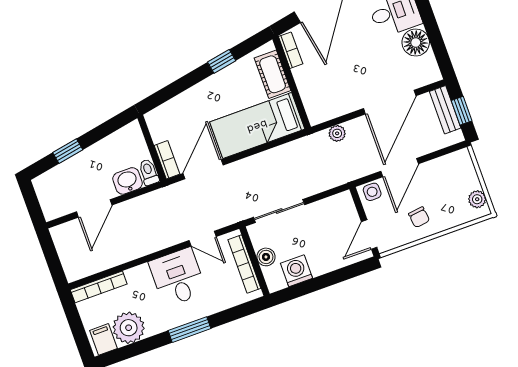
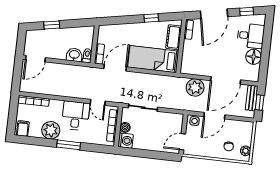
plant: (337, 133) -> (195, 88), width x1.87, depth x1.87
door: (94, 208) -> (35, 59), moved
chair: (419, 217) -> (229, 146), moved
washing machine: (297, 271) -> (126, 141), moved, turned 90
plant: (129, 328) -> (51, 130), moved

